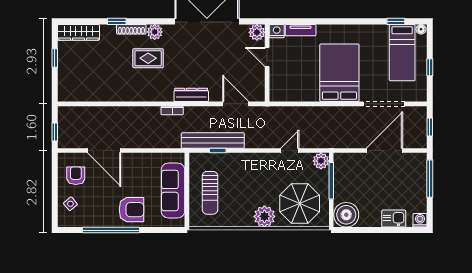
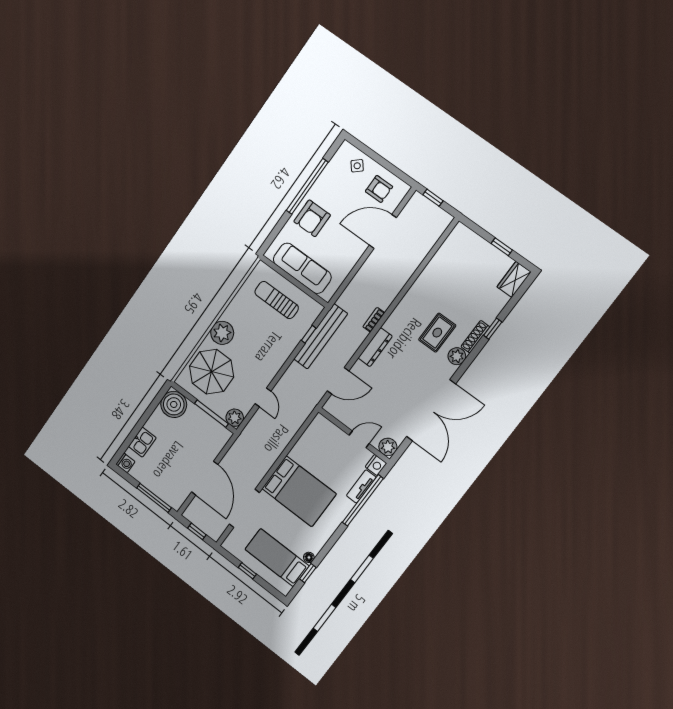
window: (310, 21) -> (363, 500), added
floor lamp: (421, 29) -> (309, 557), moved
wardrobe: (78, 32) -> (514, 279), width x0.67

